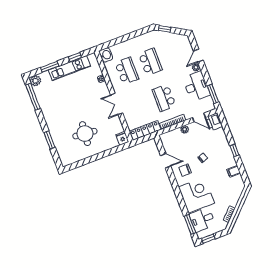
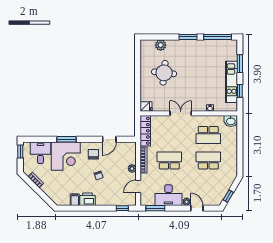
window: (165, 29) -> (228, 196), moved
school desk: (150, 62) -> (208, 160), turned 180
plant: (35, 81) -> (161, 45), moved
printer: (214, 122) -> (88, 199), moved
window: (49, 140) -> (188, 37), moved
window: (234, 150) -> (122, 208), moved
window: (190, 224) -> (67, 139), moved

